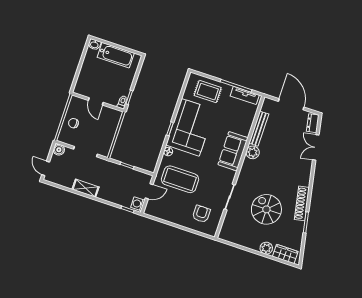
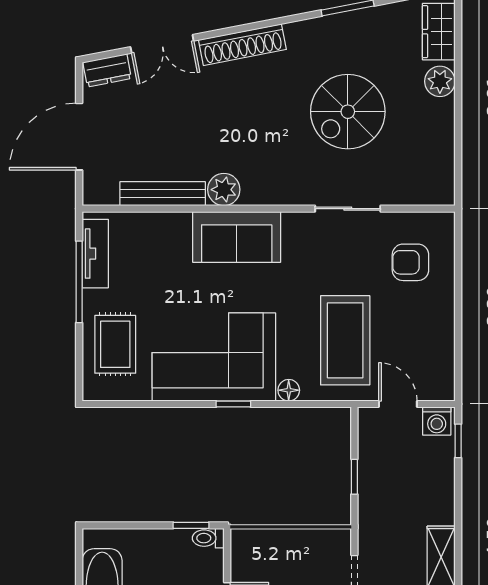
shoe rack: (302, 203) -> (242, 45), moved

